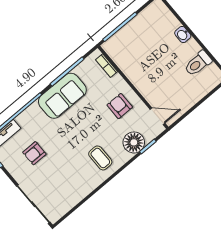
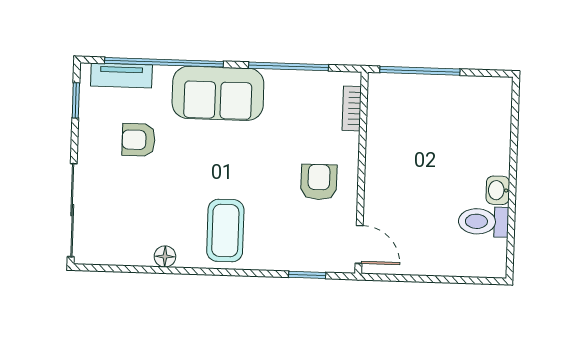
washbasin: (183, 34) -> (498, 190), moved
sofa: (62, 96) -> (218, 93), moved
floor lamp: (134, 142) -> (165, 256), moved, width x0.53, depth x0.53
coffee table: (100, 158) -> (225, 230), width x1.36, depth x1.30

